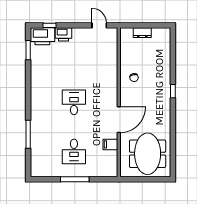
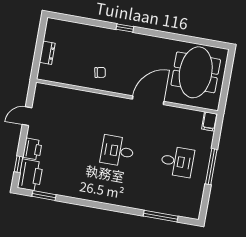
door: (99, 25) -> (27, 116), moved
door: (119, 120) -> (148, 100), hinge flipped
window: (28, 134) -> (161, 216), moved
filing cabinet: (110, 144) -> (210, 121), moved
meeting table: (148, 154) -> (196, 72), turned 90

